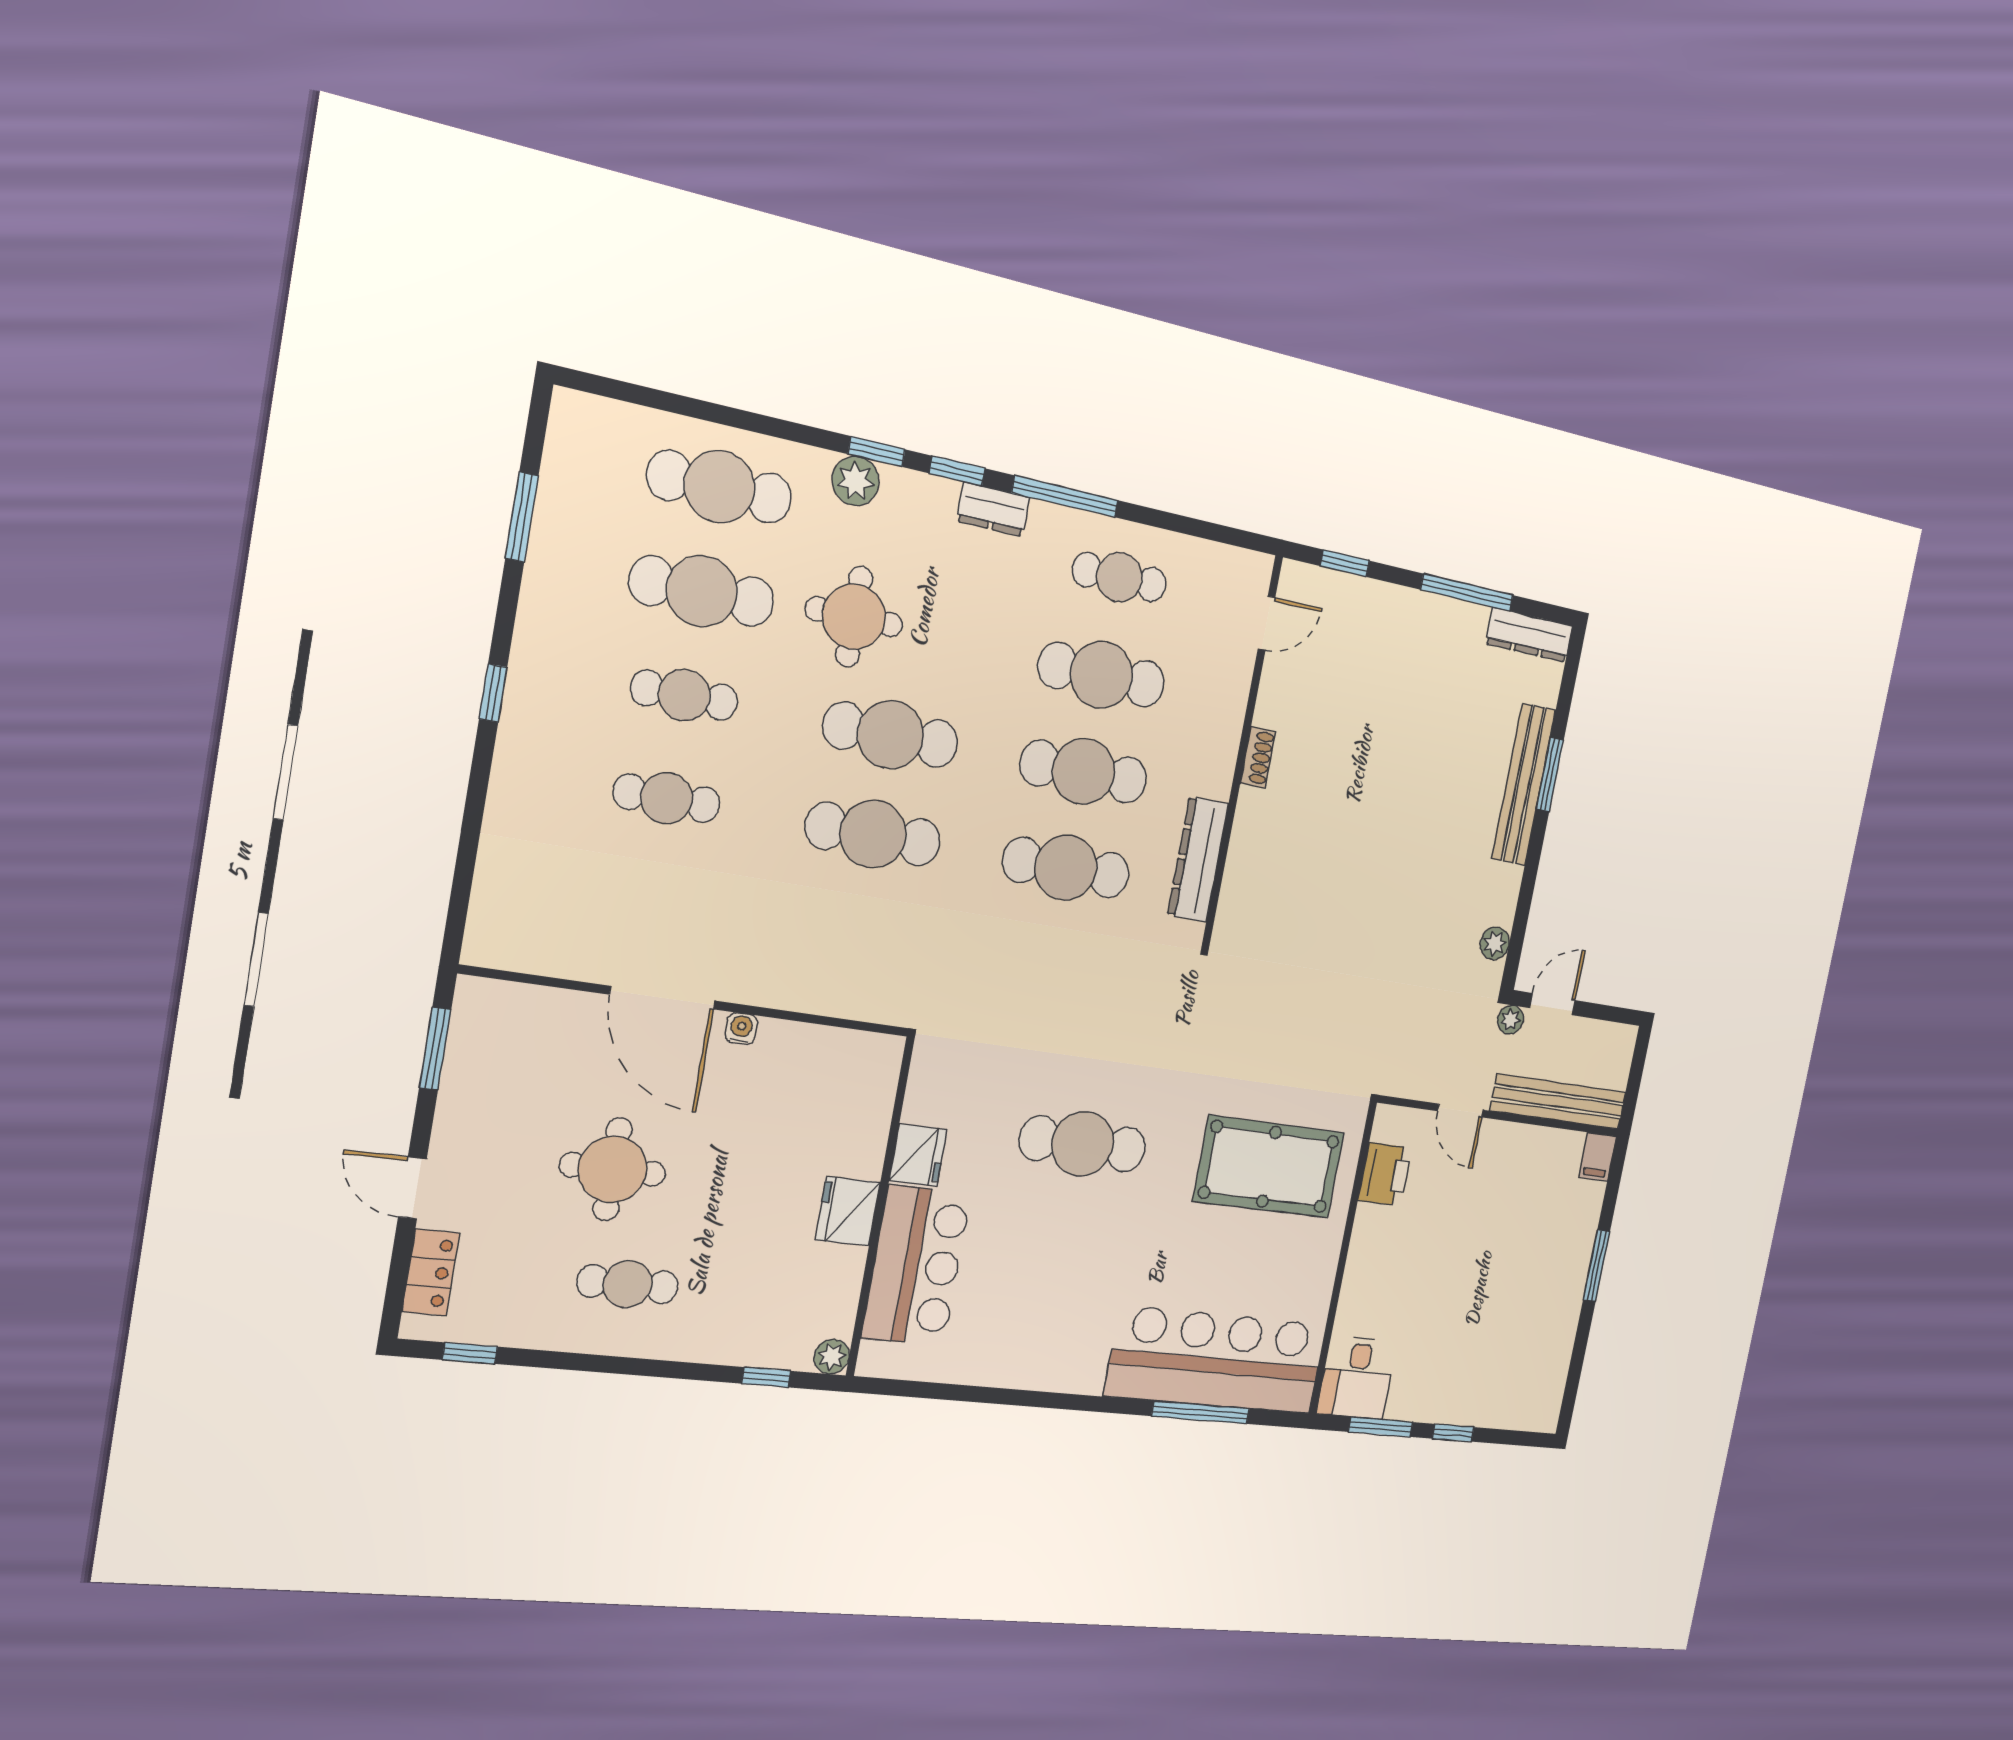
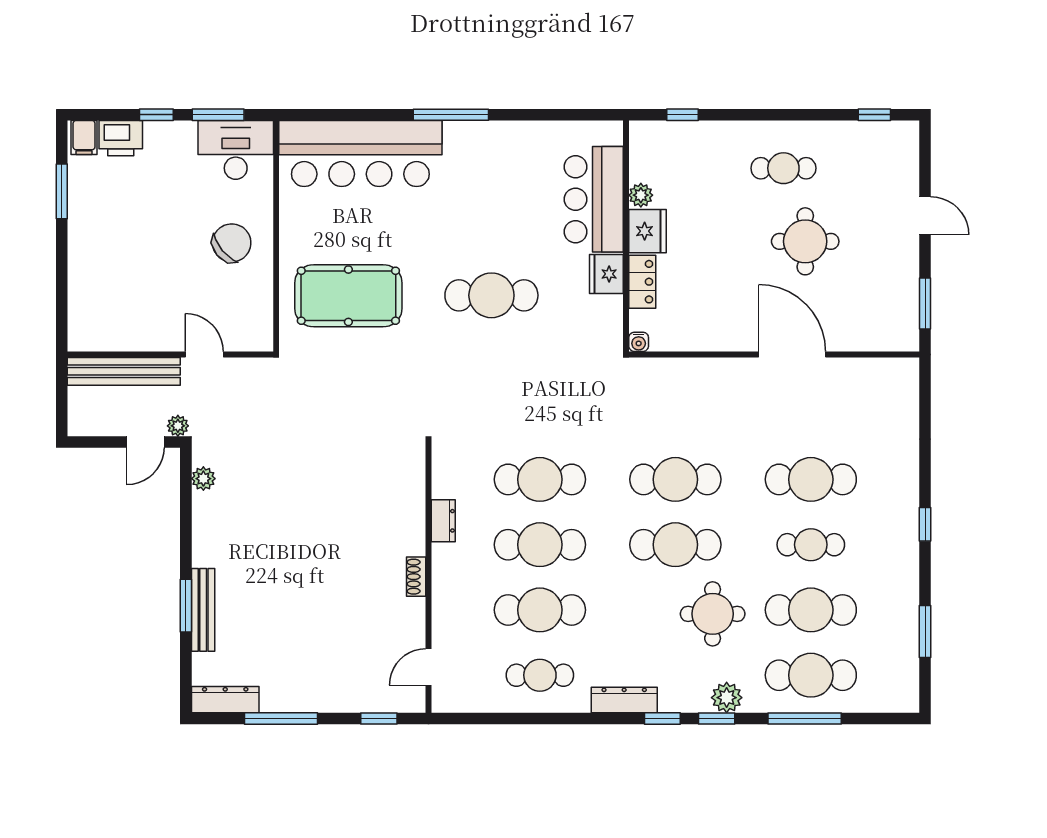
window: (1065, 497) -> (805, 718), moved
dresser: (993, 509) -> (624, 700), width x1.44
bench: (1524, 785) -> (203, 610), width x0.73, depth x0.82
cafe table: (667, 798) -> (811, 479), width x1.37, depth x1.35
dresser: (1198, 859) -> (443, 521), width x0.51, depth x0.80
water cooler: (741, 1029) -> (639, 342), moved
filing cabinet: (1598, 1157) -> (84, 138), moved, turned 180
printer: (1385, 1174) -> (121, 138), moved, turned -90
chair: (1398, 1256) -> (232, 243), added
window: (1596, 1266) -> (62, 191), moved
locker: (431, 1272) -> (642, 282), moved, turned 180
plant: (832, 1357) -> (641, 195), moved
desk: (1357, 1378) -> (236, 150), width x1.37
window: (1201, 1412) -> (451, 115), moved

